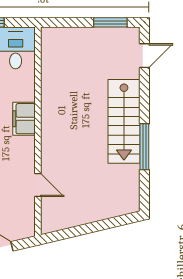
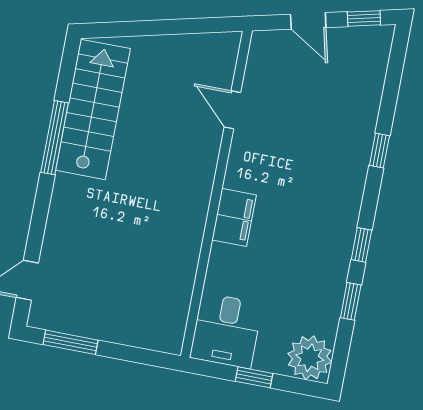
stairs: (124, 121) -> (93, 109), moved

